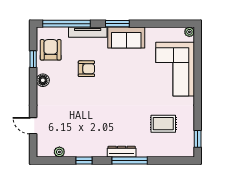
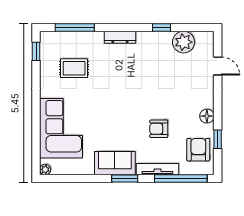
armchair: (51, 50) -> (198, 150), turned 180
plant: (59, 152) -> (184, 42), width x1.87, depth x1.87
window: (130, 161) -> (75, 27), moved

